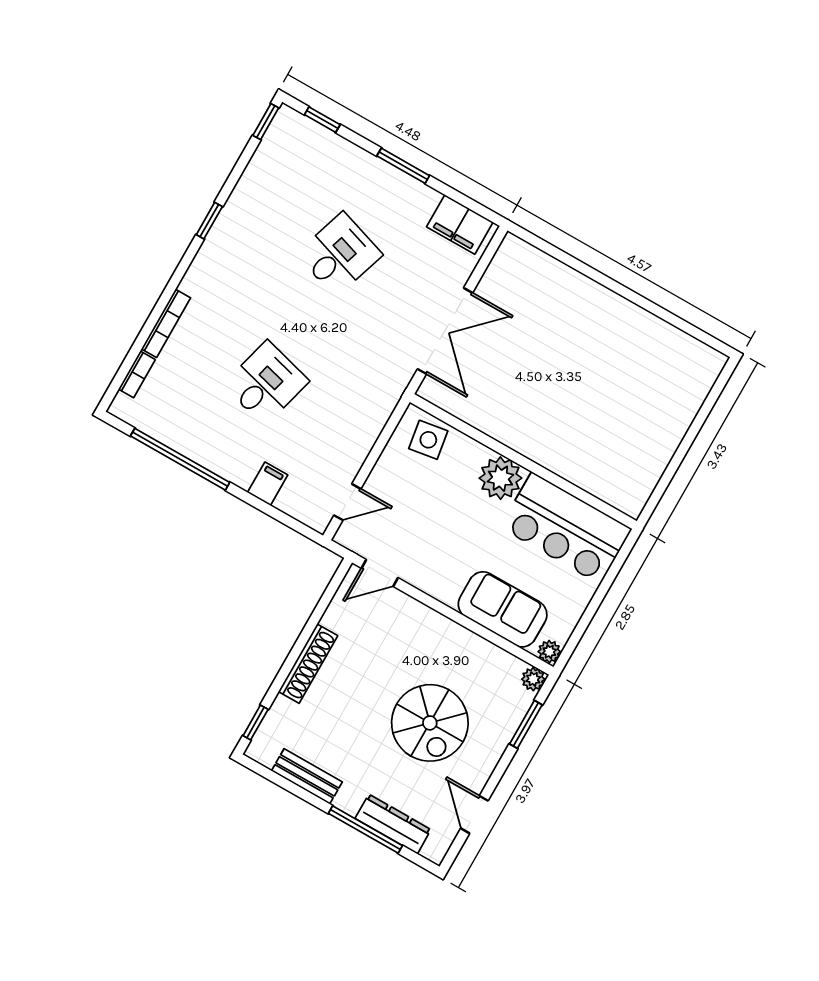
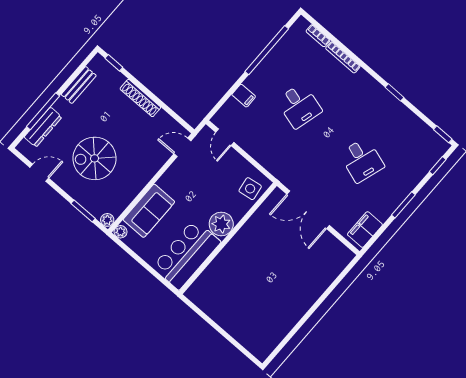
door: (380, 573) -> (182, 147), hinge flipped

